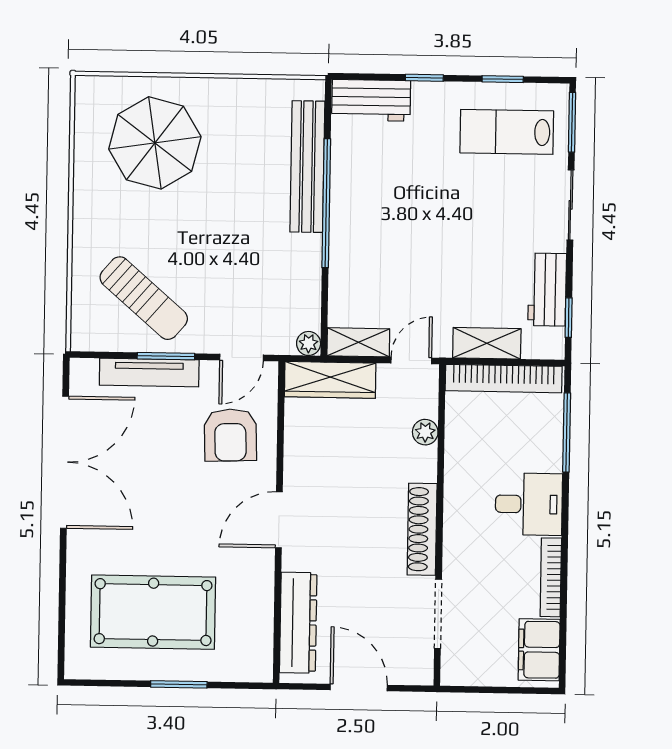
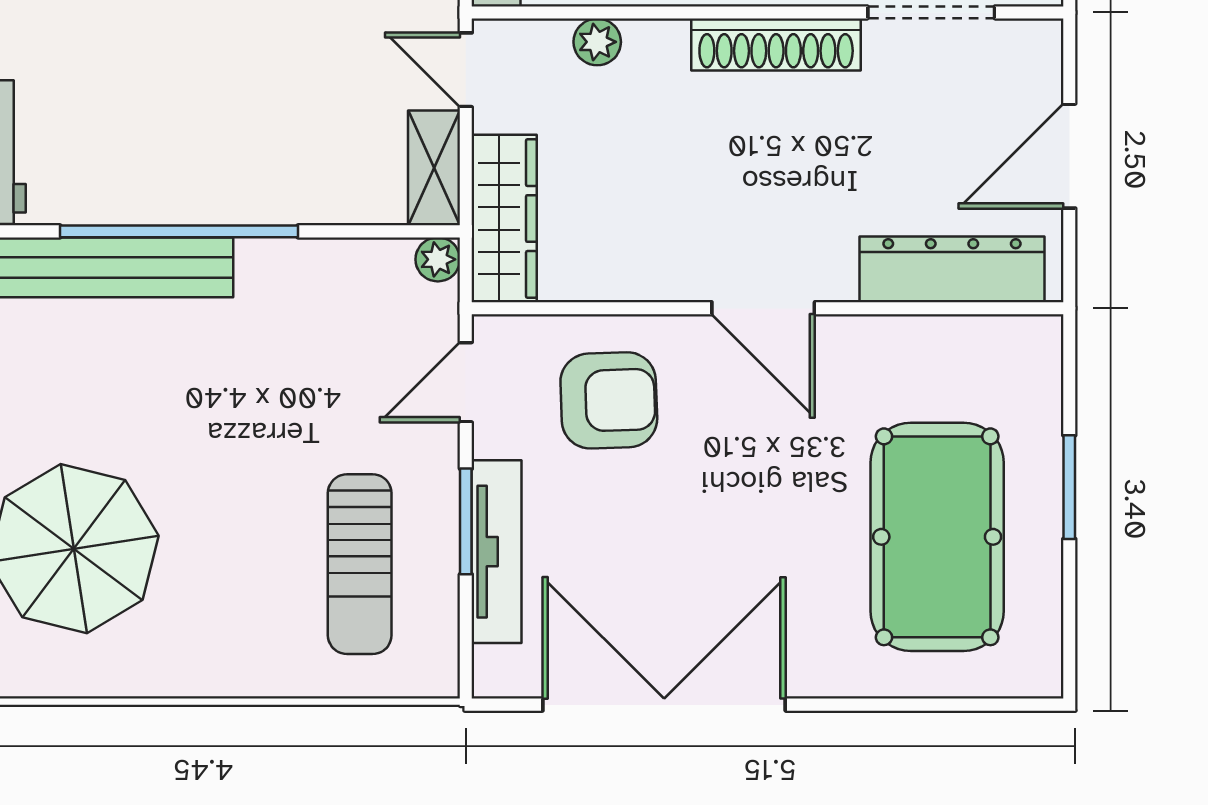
sun lounger: (144, 298) -> (360, 564), turned 139
door: (242, 357) -> (466, 382), swing flipped

